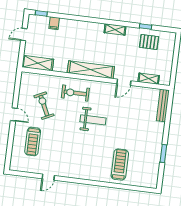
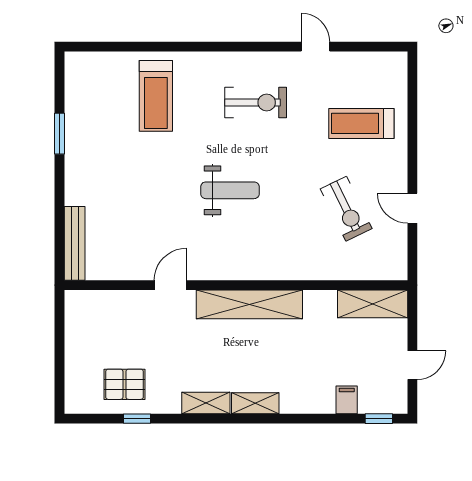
shelving: (149, 79) -> (255, 403), moved
exercise bike: (75, 93) -> (256, 103), moved
door: (14, 114) -> (412, 208), moved
weight bench: (93, 120) -> (230, 190), turned 180
treadmill: (33, 142) -> (361, 123), turned -90
door: (48, 177) -> (316, 47), hinge flipped

